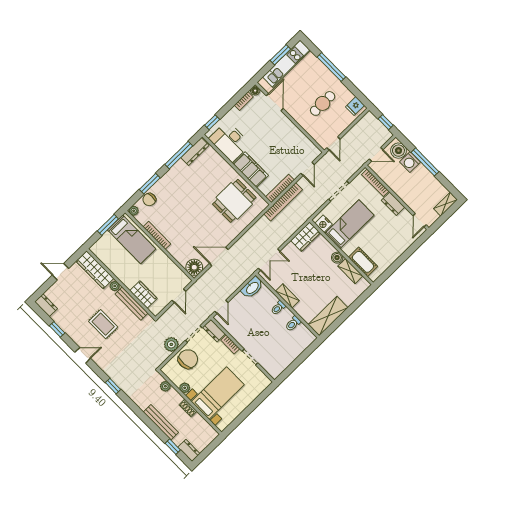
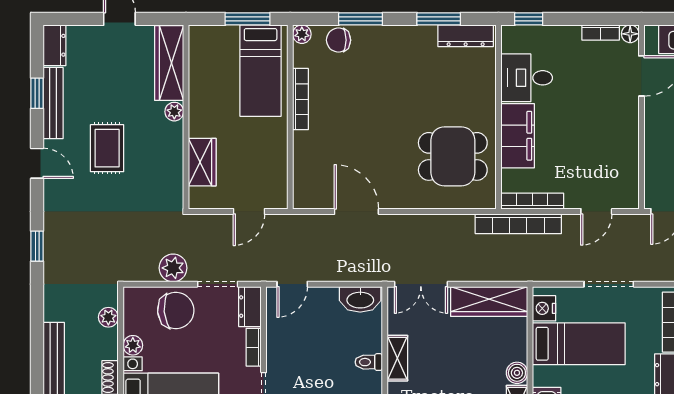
desk: (230, 141) -> (527, 78), width x0.73
window: (179, 155) -> (439, 19), width x0.69
wardrobe: (305, 237) -> (489, 301), width x1.50
floor lamp: (194, 267) -> (308, 193), removed
bench: (132, 304) -> (53, 103), moved

